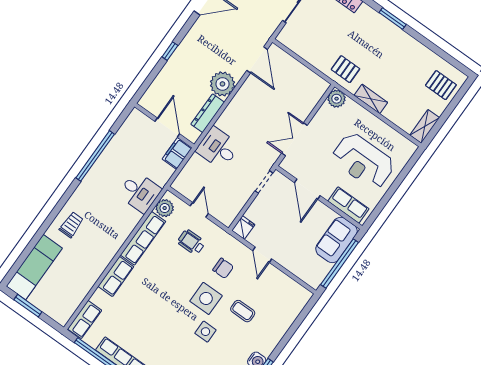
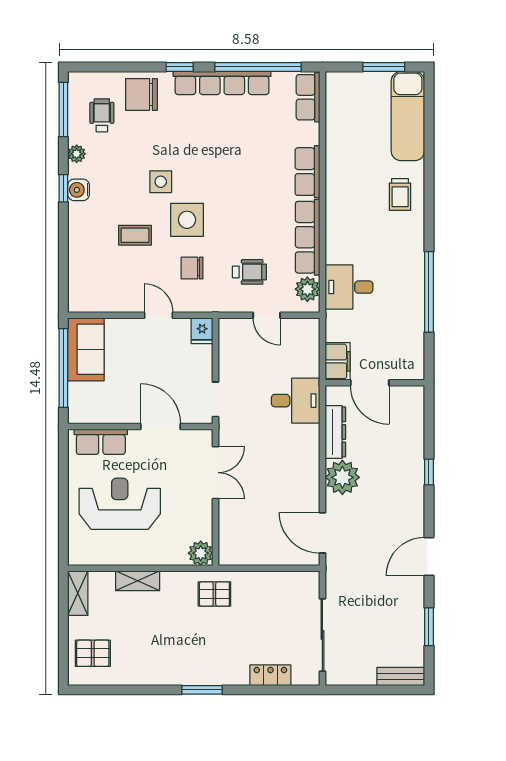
shelving: (371, 99) -> (138, 581), moved
sofa: (337, 240) -> (86, 349), moved

